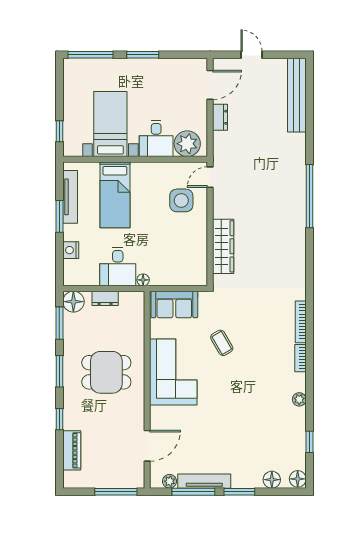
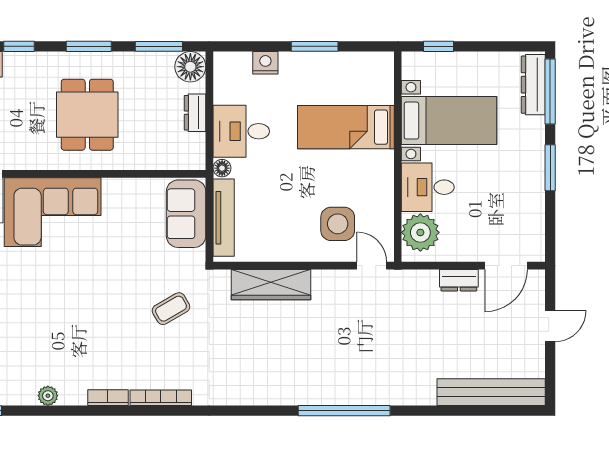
dresser: (86, 66) -> (533, 85), added
door: (210, 85) -> (506, 266), hinge flipped
tv unit: (70, 197) -> (224, 218), moved, turned -90
coffee table: (222, 343) -> (171, 309), moved
corner sofa: (173, 372) -> (53, 212), moved

